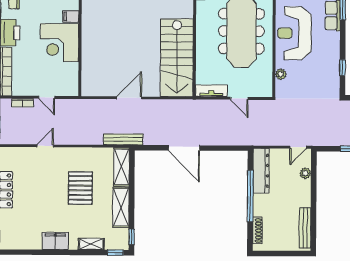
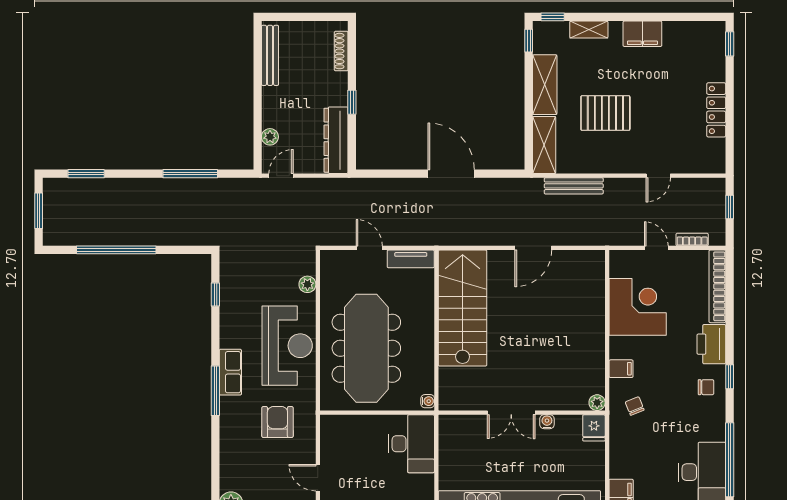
corner desk: (60, 43) -> (638, 307), moved
bench: (123, 139) -> (574, 186), moved
pallet: (80, 188) -> (605, 113), turned 90
window: (250, 196) -> (352, 102), width x0.32

